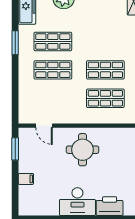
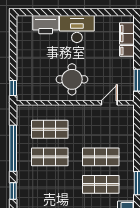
door: (44, 126) -> (109, 103), hinge flipped
filing cabinet: (26, 197) -> (127, 34), added

